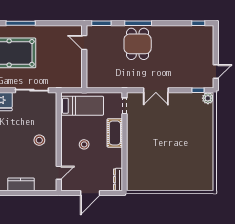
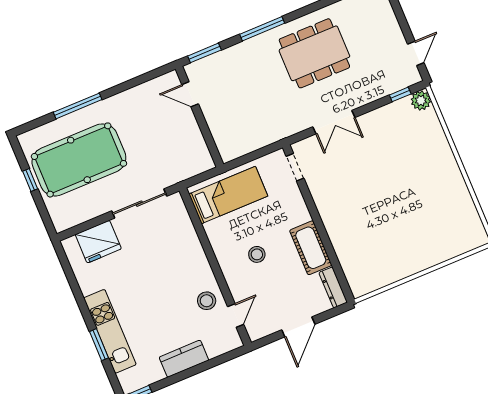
dining table: (138, 44) -> (314, 53), moved, width x1.38
cot: (115, 133) -> (311, 248), moved
stool: (39, 140) -> (207, 301), moved

